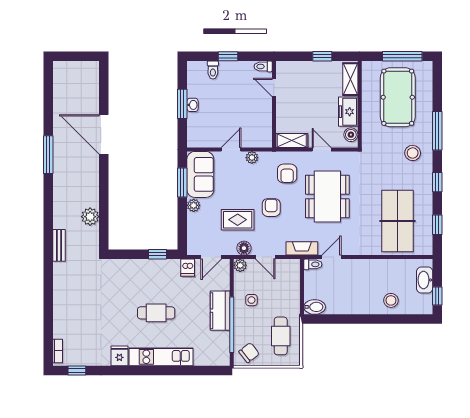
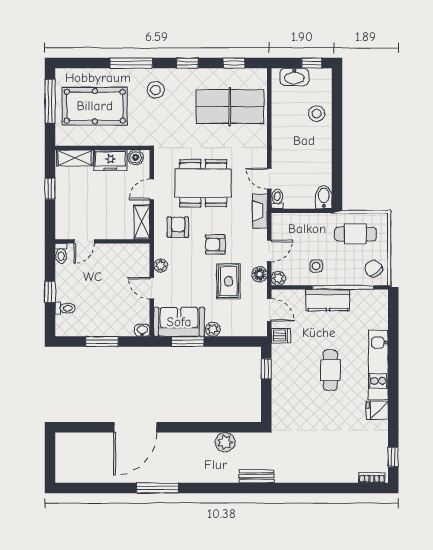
washbasin: (192, 105) -> (142, 330), moved
armchair: (287, 173) -> (178, 227), turned -90

